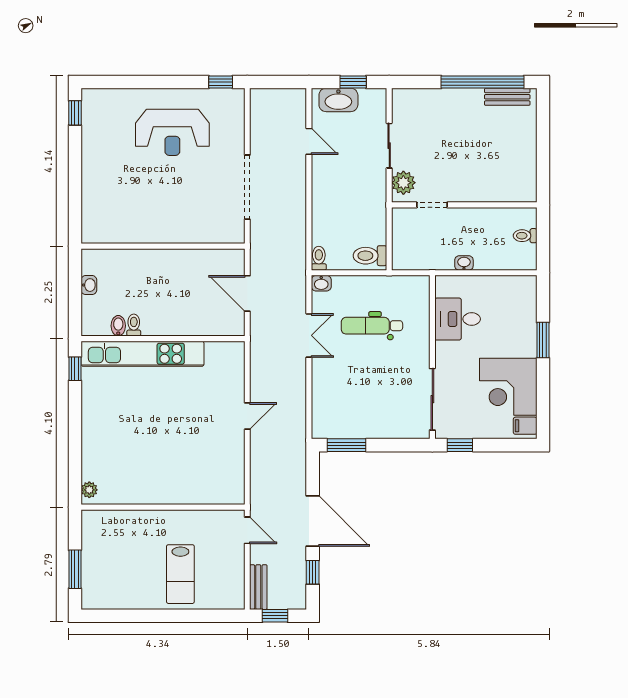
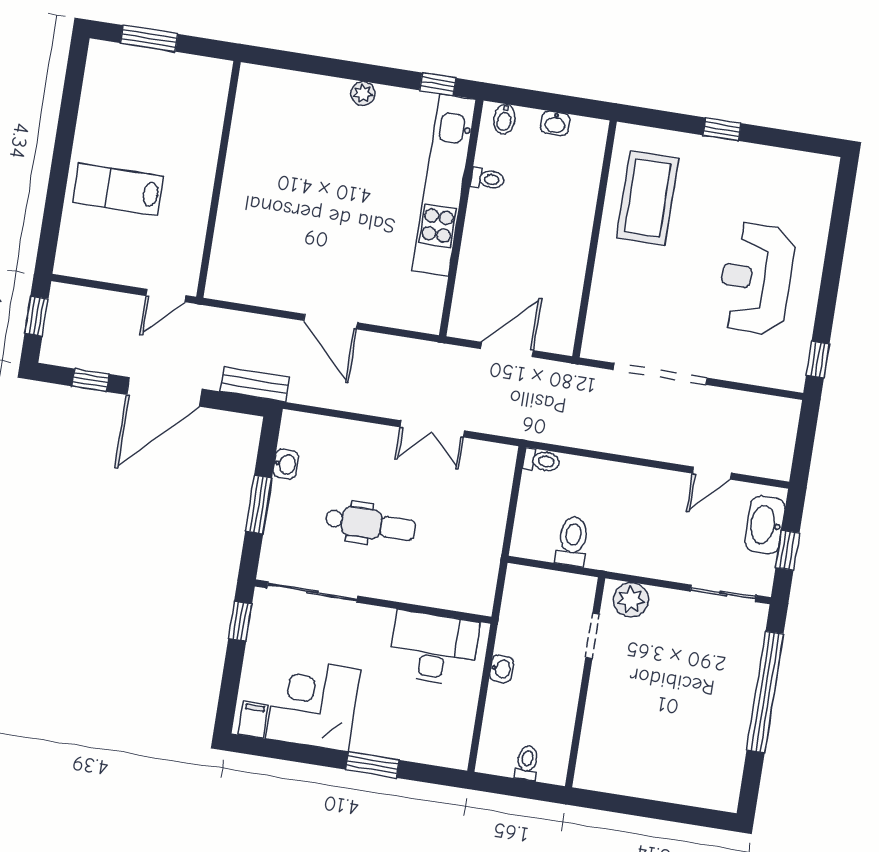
window: (482, 82) -> (765, 692), moved
bench: (507, 97) -> (731, 769), removed
window: (75, 113) -> (722, 129), moved
sliding door: (389, 146) -> (723, 593), moved
coffee table: (130, 214) -> (648, 198), added
toilet: (370, 256) -> (572, 541), moved
washbasin: (321, 283) -> (286, 464), moved, turned 180
desk: (458, 319) -> (434, 648), width x1.37
bidet: (118, 326) -> (504, 119), moved, turned 90
dental chair: (372, 326) -> (370, 524), moved, turned 90
door: (247, 416) -> (331, 322), width x1.38
window: (346, 445) -> (259, 505), moved
plant: (89, 490) -> (363, 93), moved
bench: (258, 587) -> (255, 384), moved

